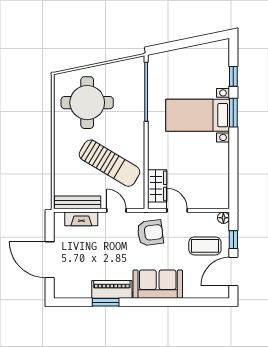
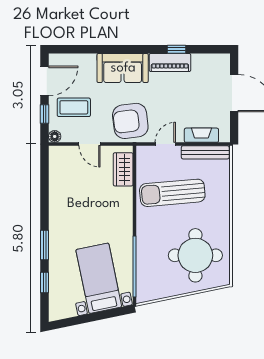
bed with nightstands: (198, 115) -> (99, 278), moved, turned -102
sun lounger: (109, 163) -> (172, 193), turned -36
door: (116, 210) -> (165, 144), swing flipped
door: (177, 210) -> (90, 144), moved
armchair: (150, 233) -> (130, 121), width x1.36, depth x1.36
window: (106, 302) -> (176, 49), width x0.67

